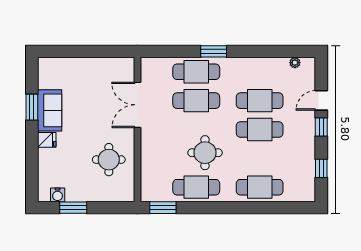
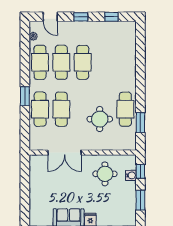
door: (321, 100) -> (50, 17), moved
round table: (205, 153) -> (100, 119), moved
cafe table: (260, 187) -> (40, 62), moved
water cooler: (58, 195) -> (131, 175), moved
window: (112, 208) -> (140, 171), added
window: (163, 208) -> (140, 123), moved

